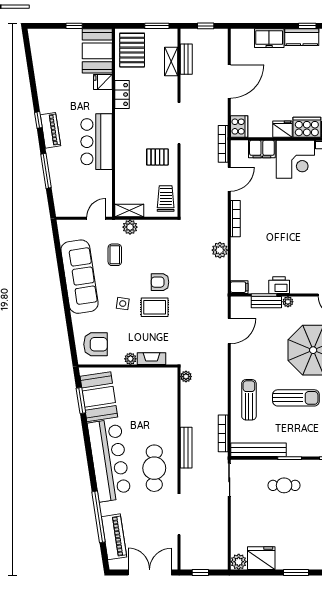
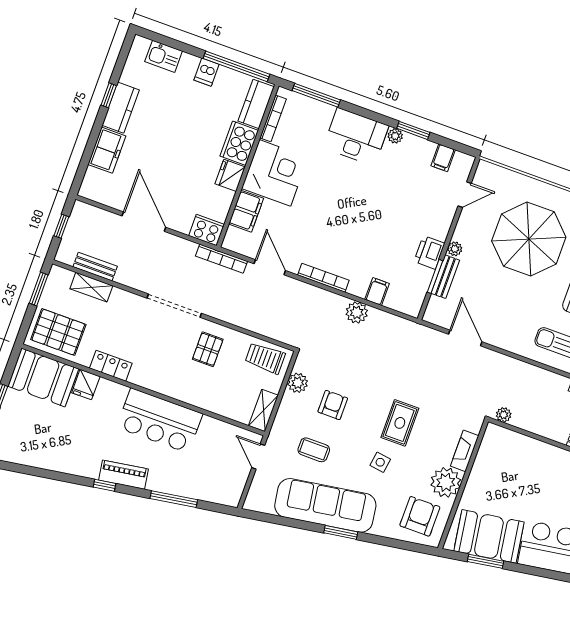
plant: (130, 227) -> (298, 383), moved
armchair: (160, 282) -> (333, 405), moved, turned 180
filing cabinet: (239, 287) -> (377, 291), moved
window: (65, 294) -> (341, 532), added
plant: (130, 359) -> (446, 482), width x1.88, depth x1.88

